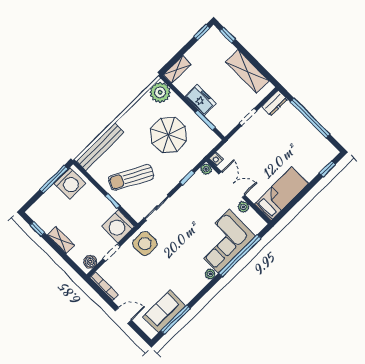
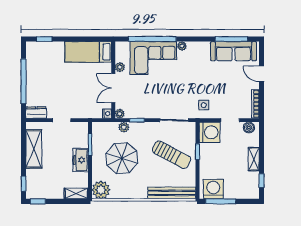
plant: (192, 161) -> (124, 127), added
side table: (145, 244) -> (204, 105), width x0.54, depth x0.54
sofa: (164, 311) -> (234, 51), width x1.36

